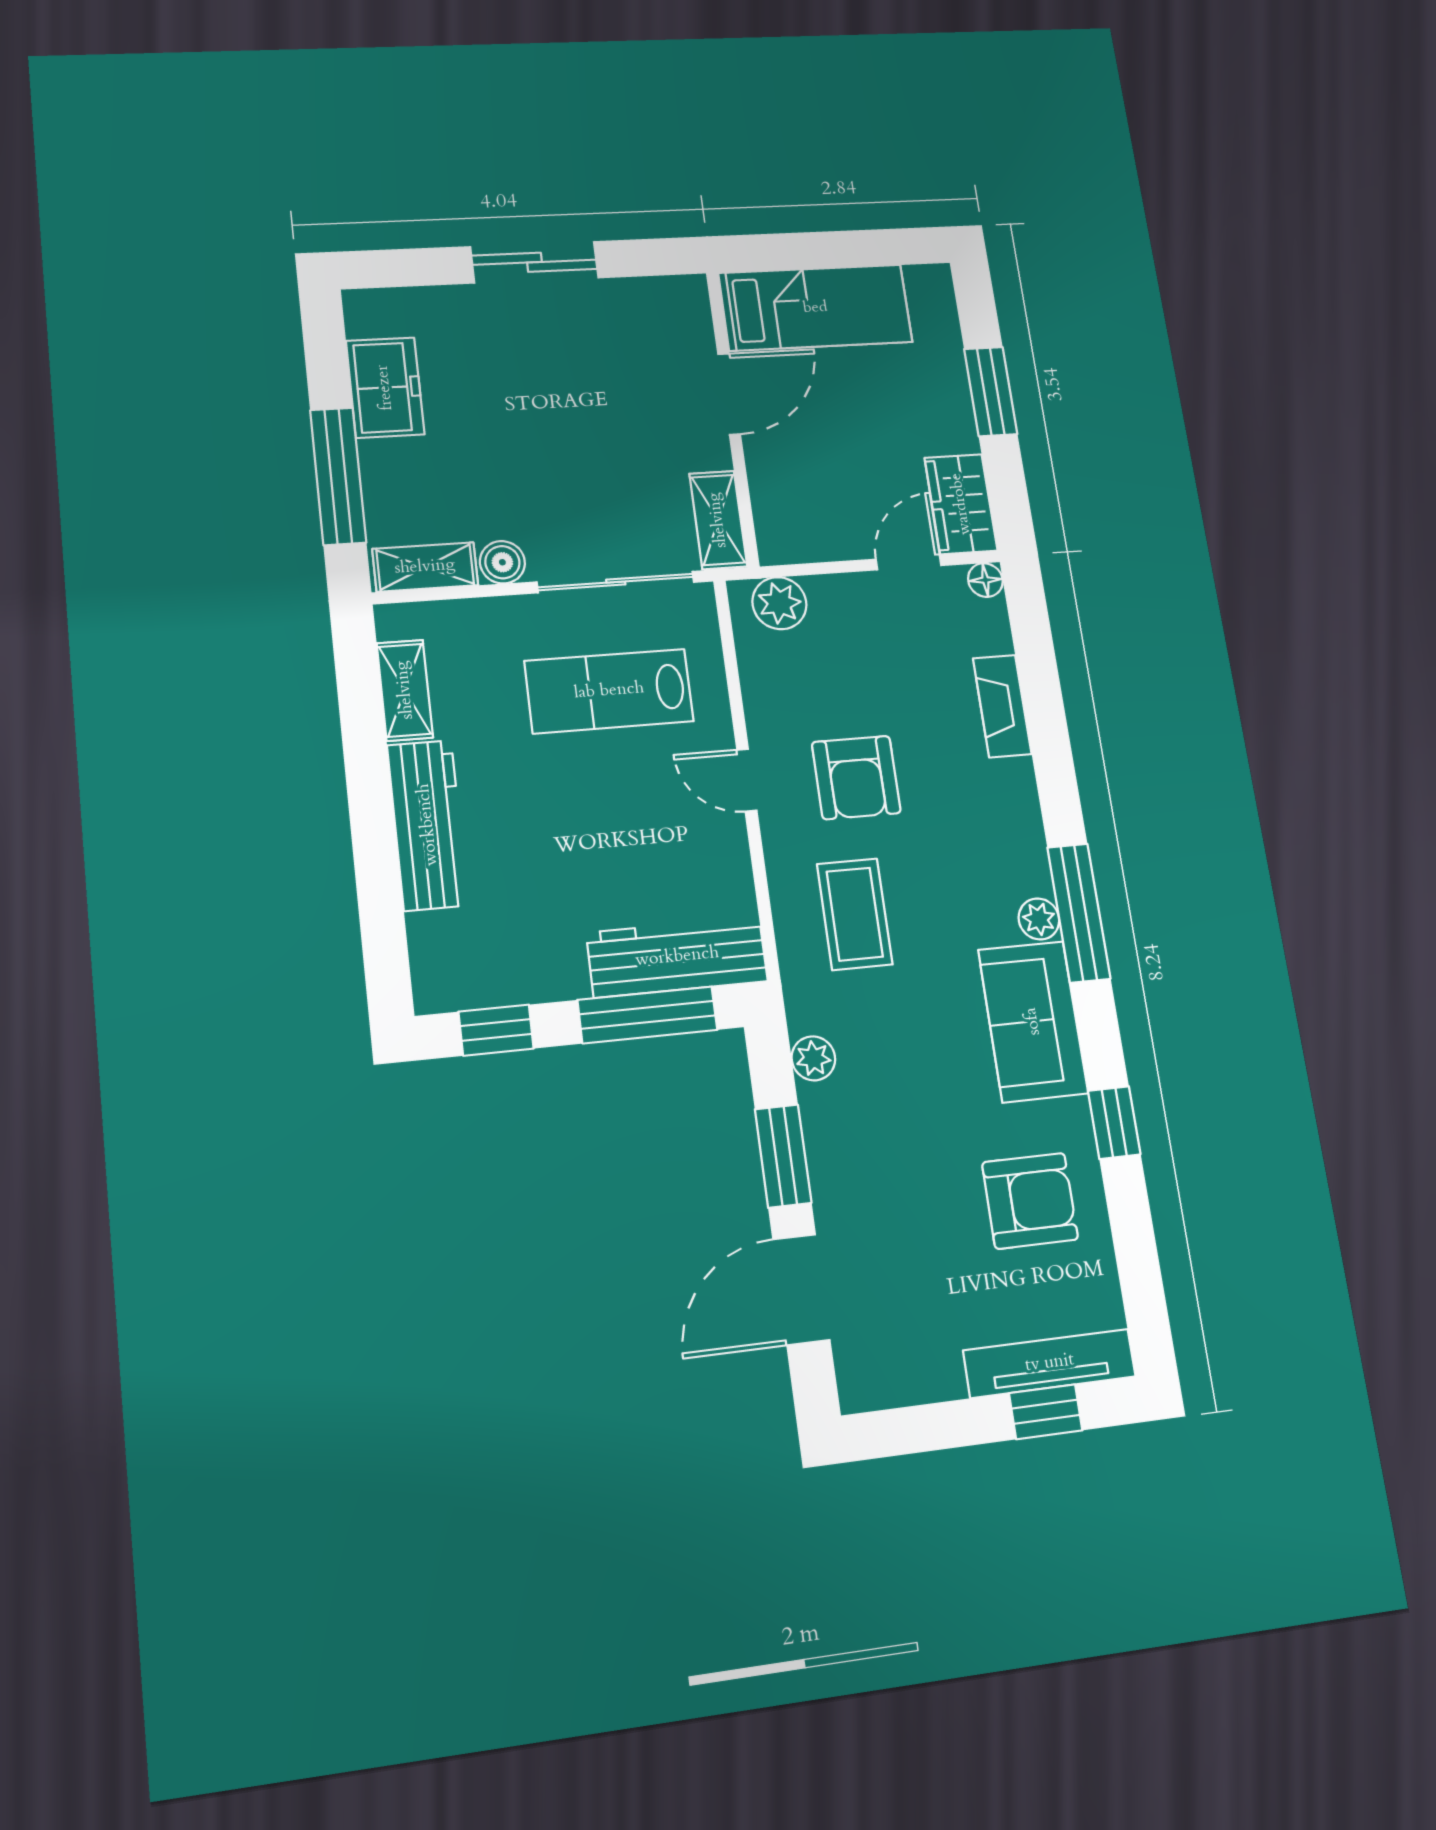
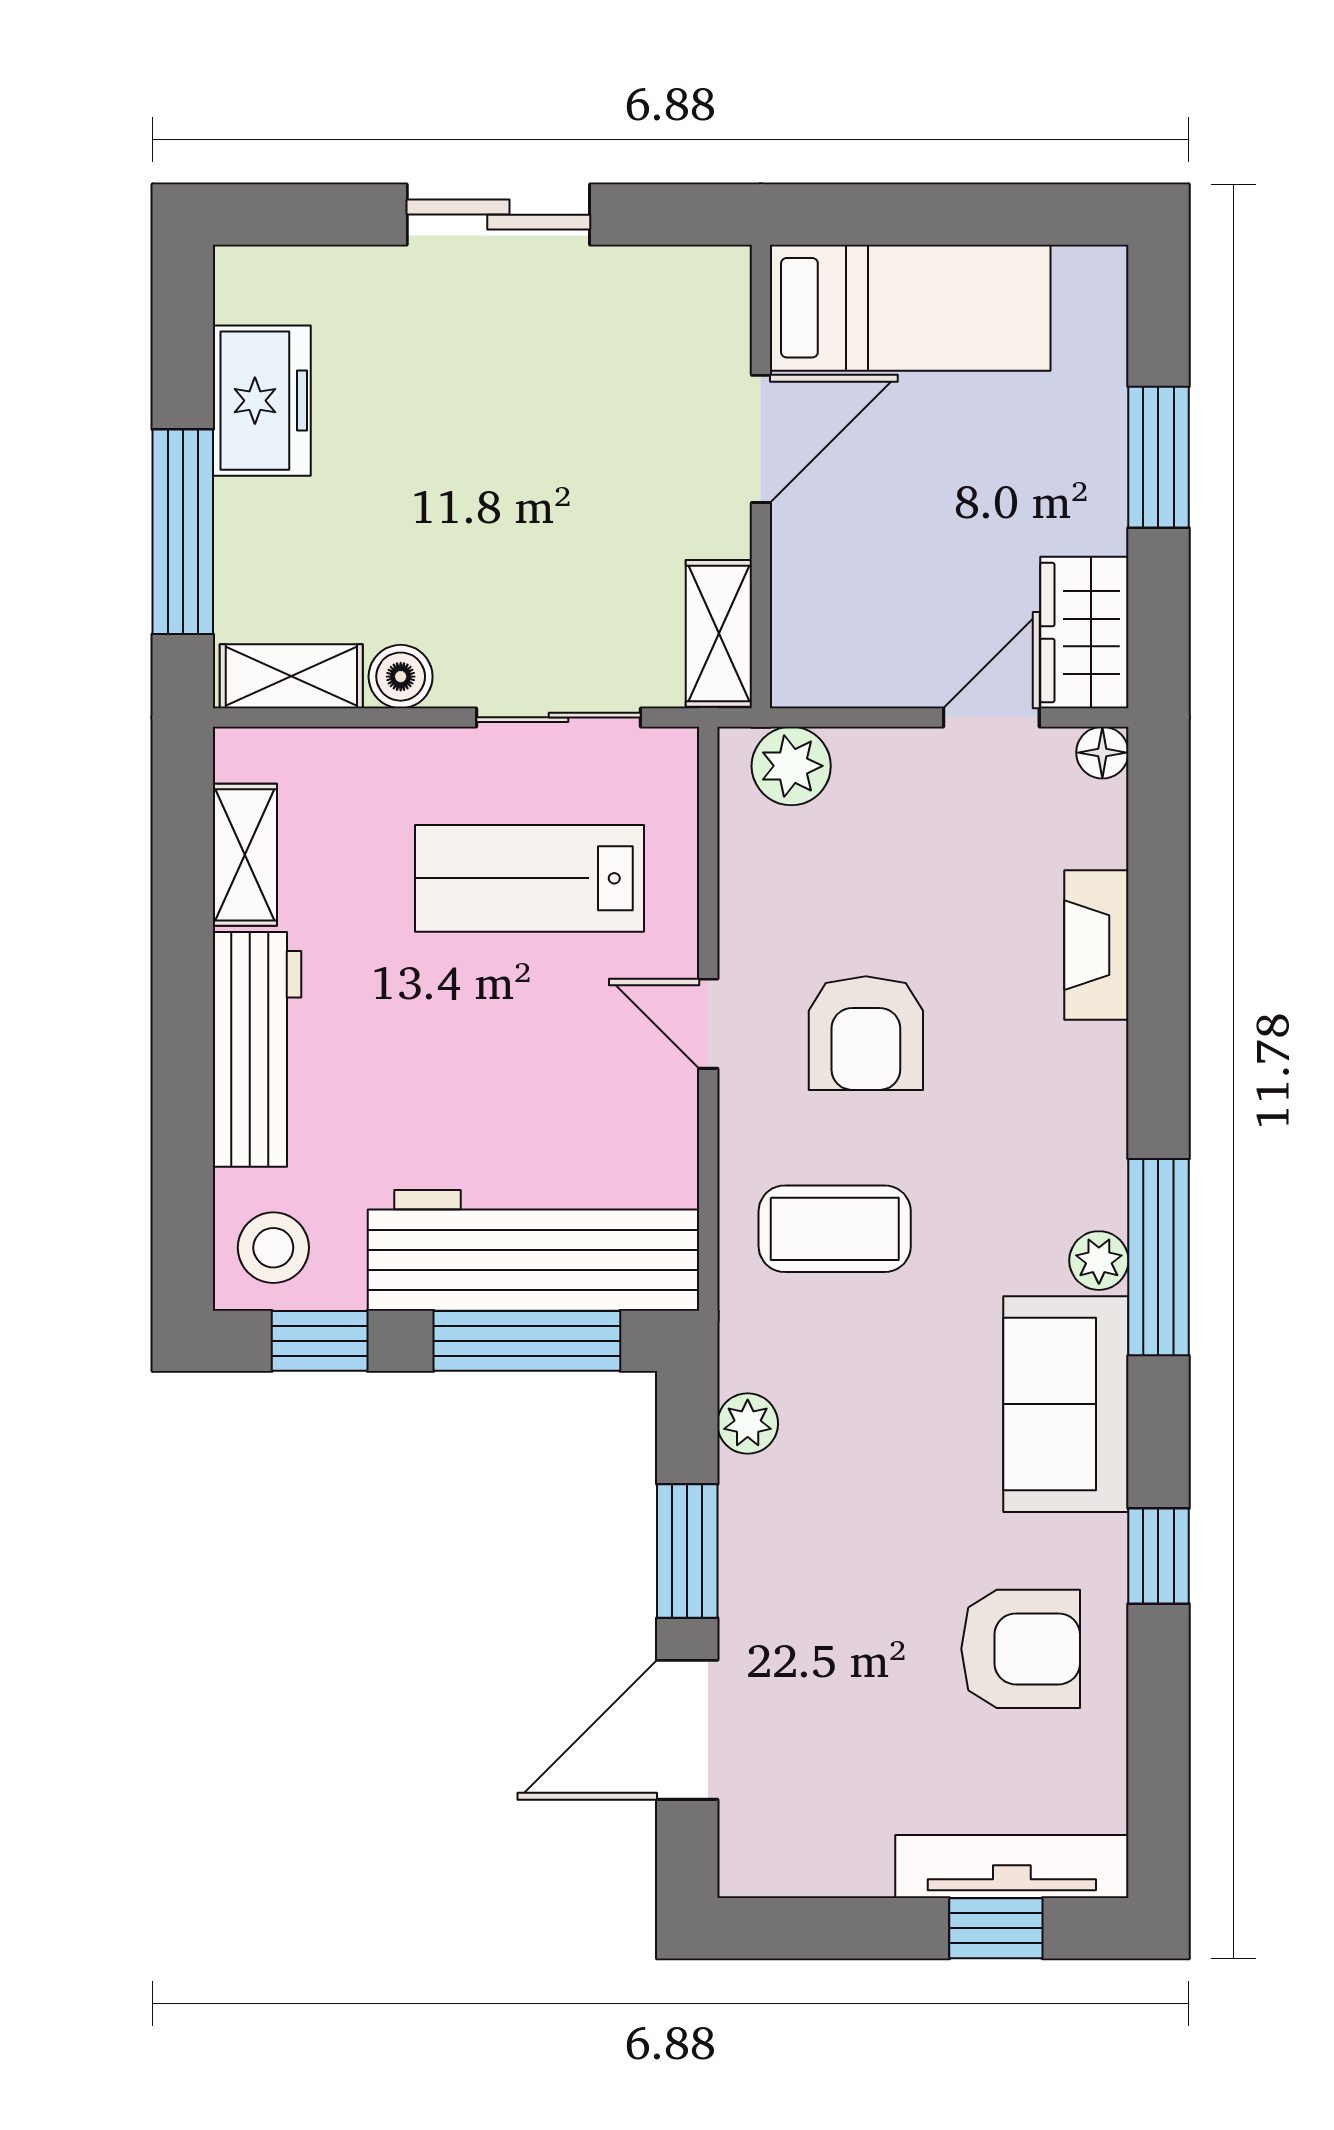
sliding door: (616, 582) -> (559, 717), width x0.73
coffee table: (855, 914) -> (835, 1229), turned 90
workbench: (677, 957) -> (534, 1250), width x1.36, depth x1.32
stool: (455, 966) -> (273, 1248), added

